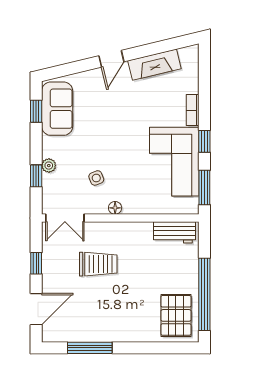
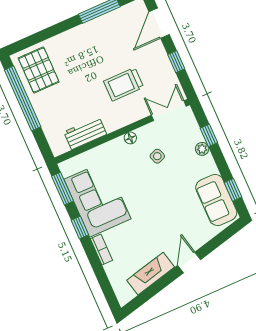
workbench: (175, 232) -> (85, 133), moved

